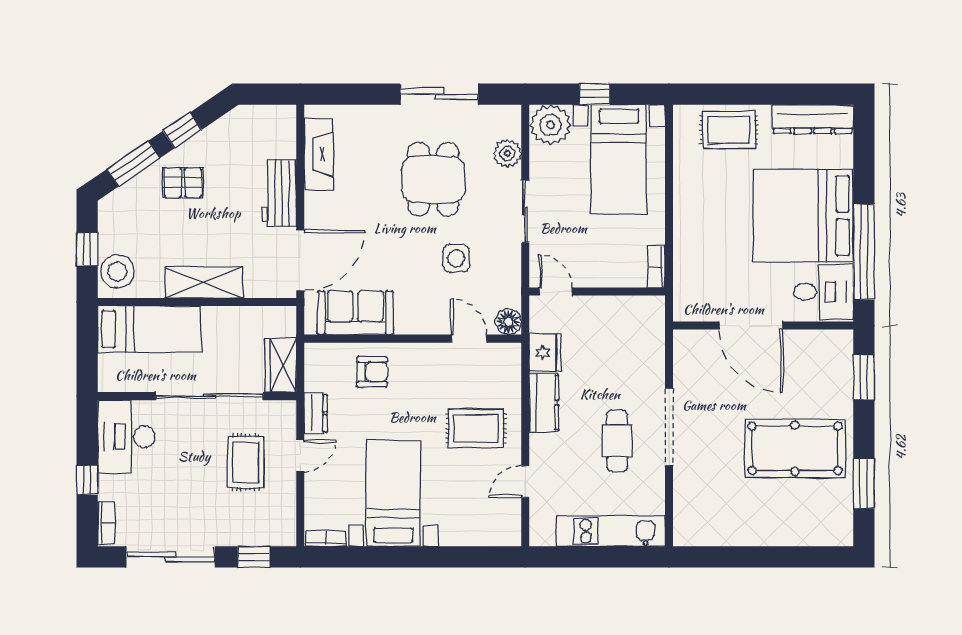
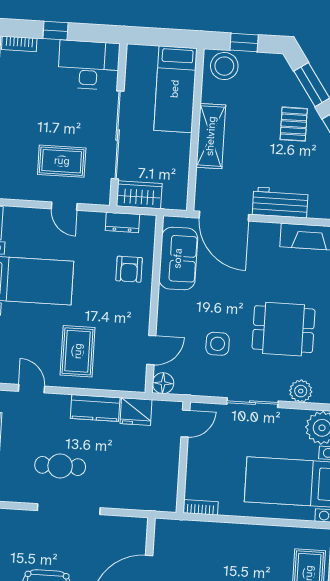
dresser: (316, 413) -> (122, 222), moved

